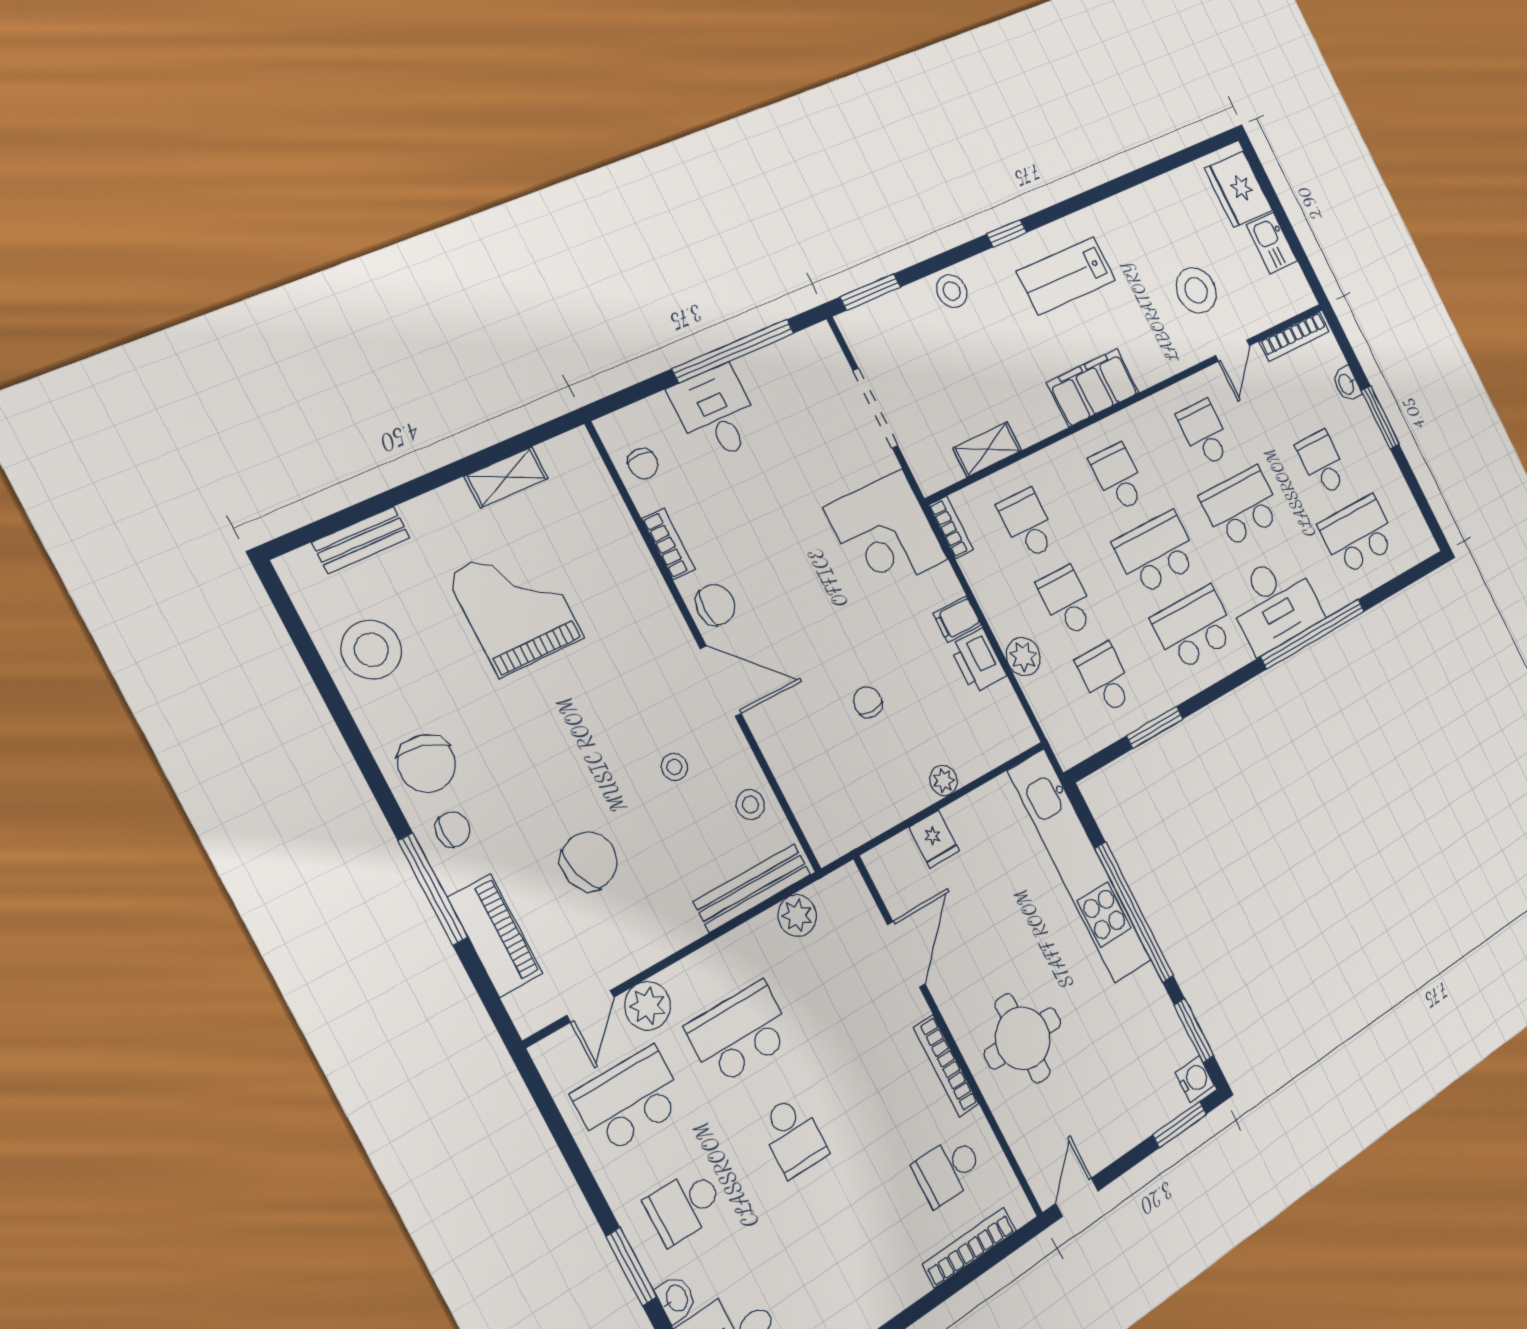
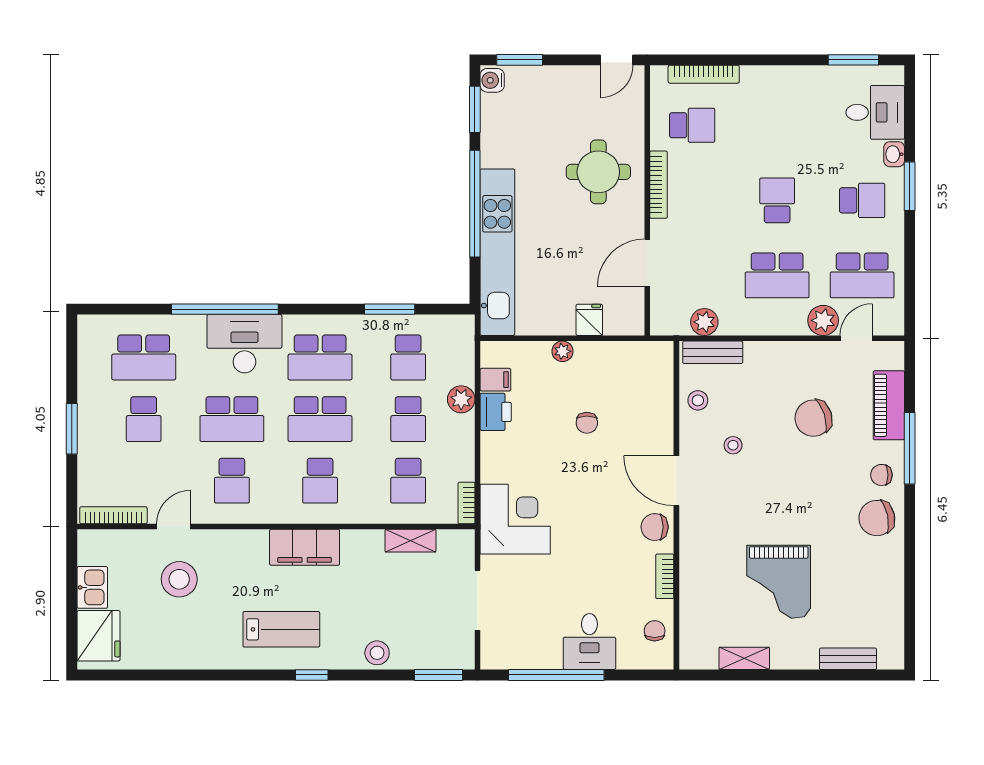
washbasin: (1347, 384) -> (87, 464), removed
filing cabinet: (957, 619) -> (495, 380), moved
stool: (371, 650) -> (874, 595), removed
chair: (427, 764) -> (877, 518), turned -116
bench: (752, 888) -> (713, 352), width x0.73

